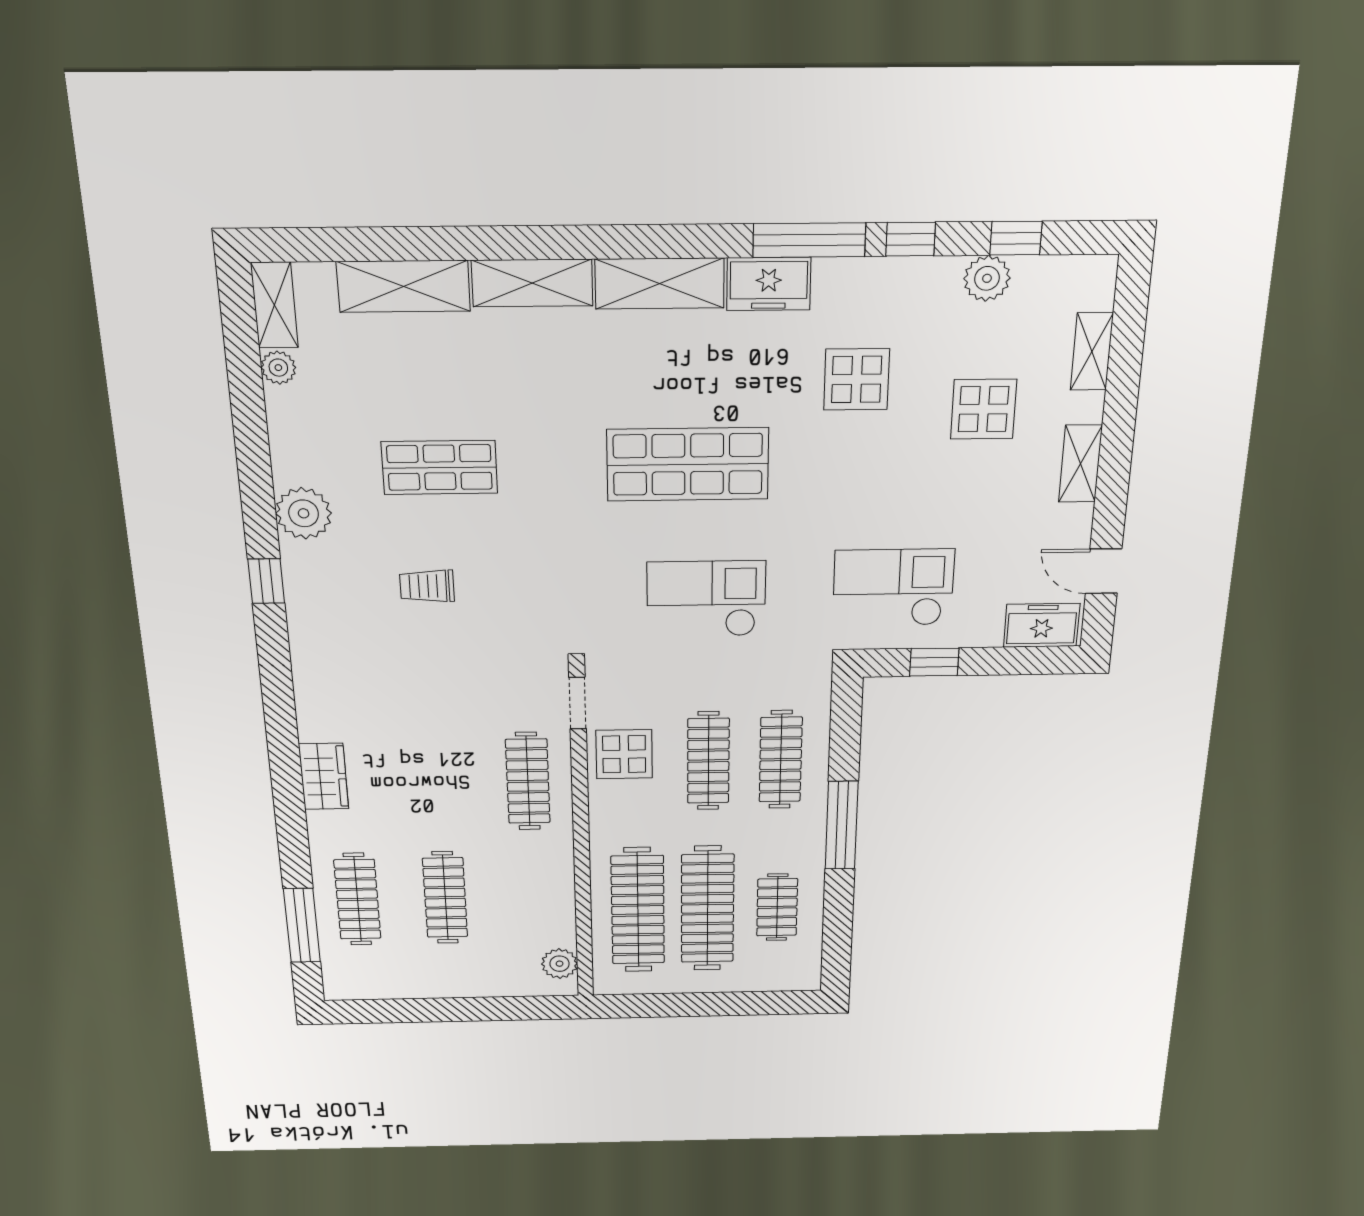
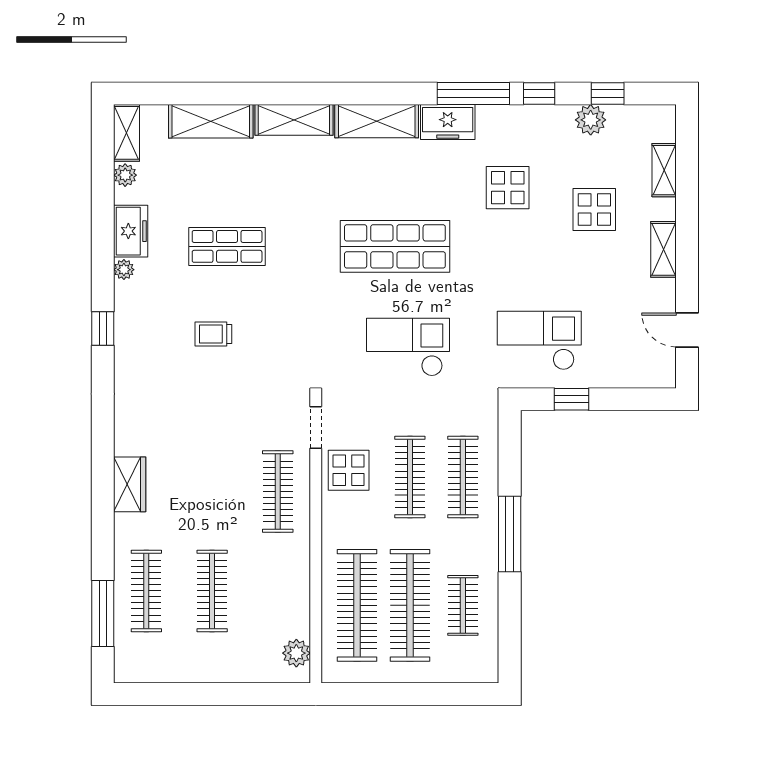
plant: (304, 513) -> (124, 270), width x0.53, depth x0.53
freezer: (1042, 625) -> (131, 231), moved, turned 90

